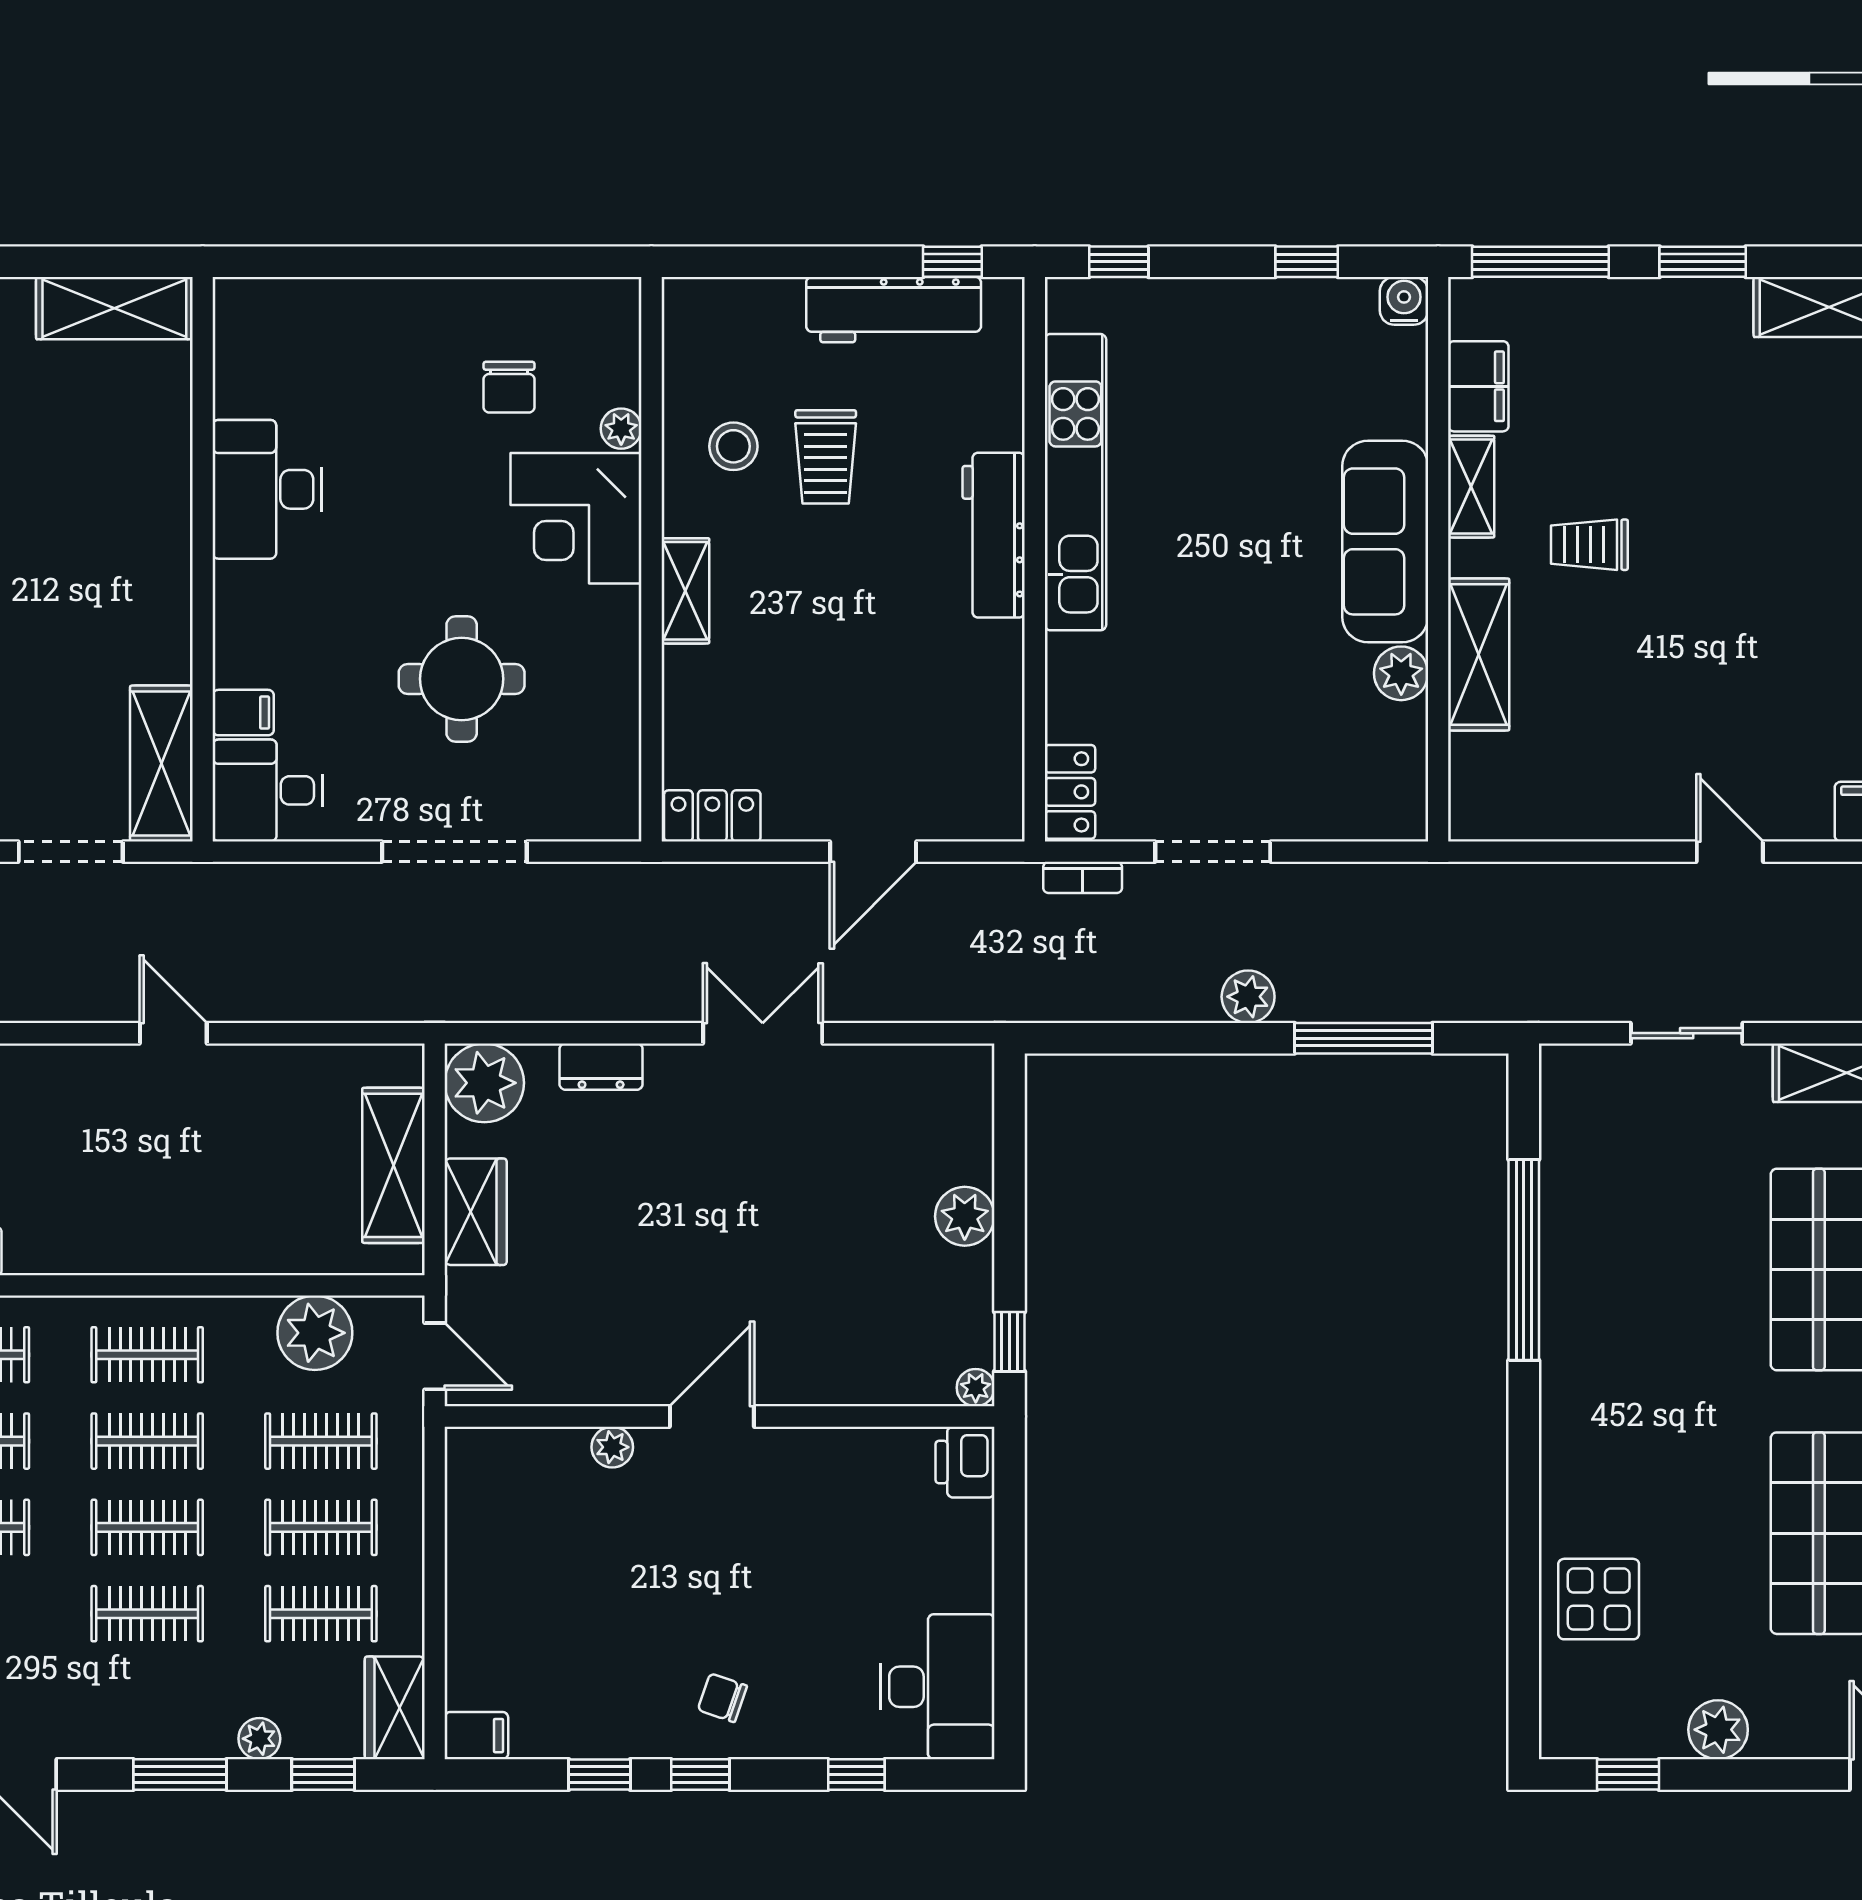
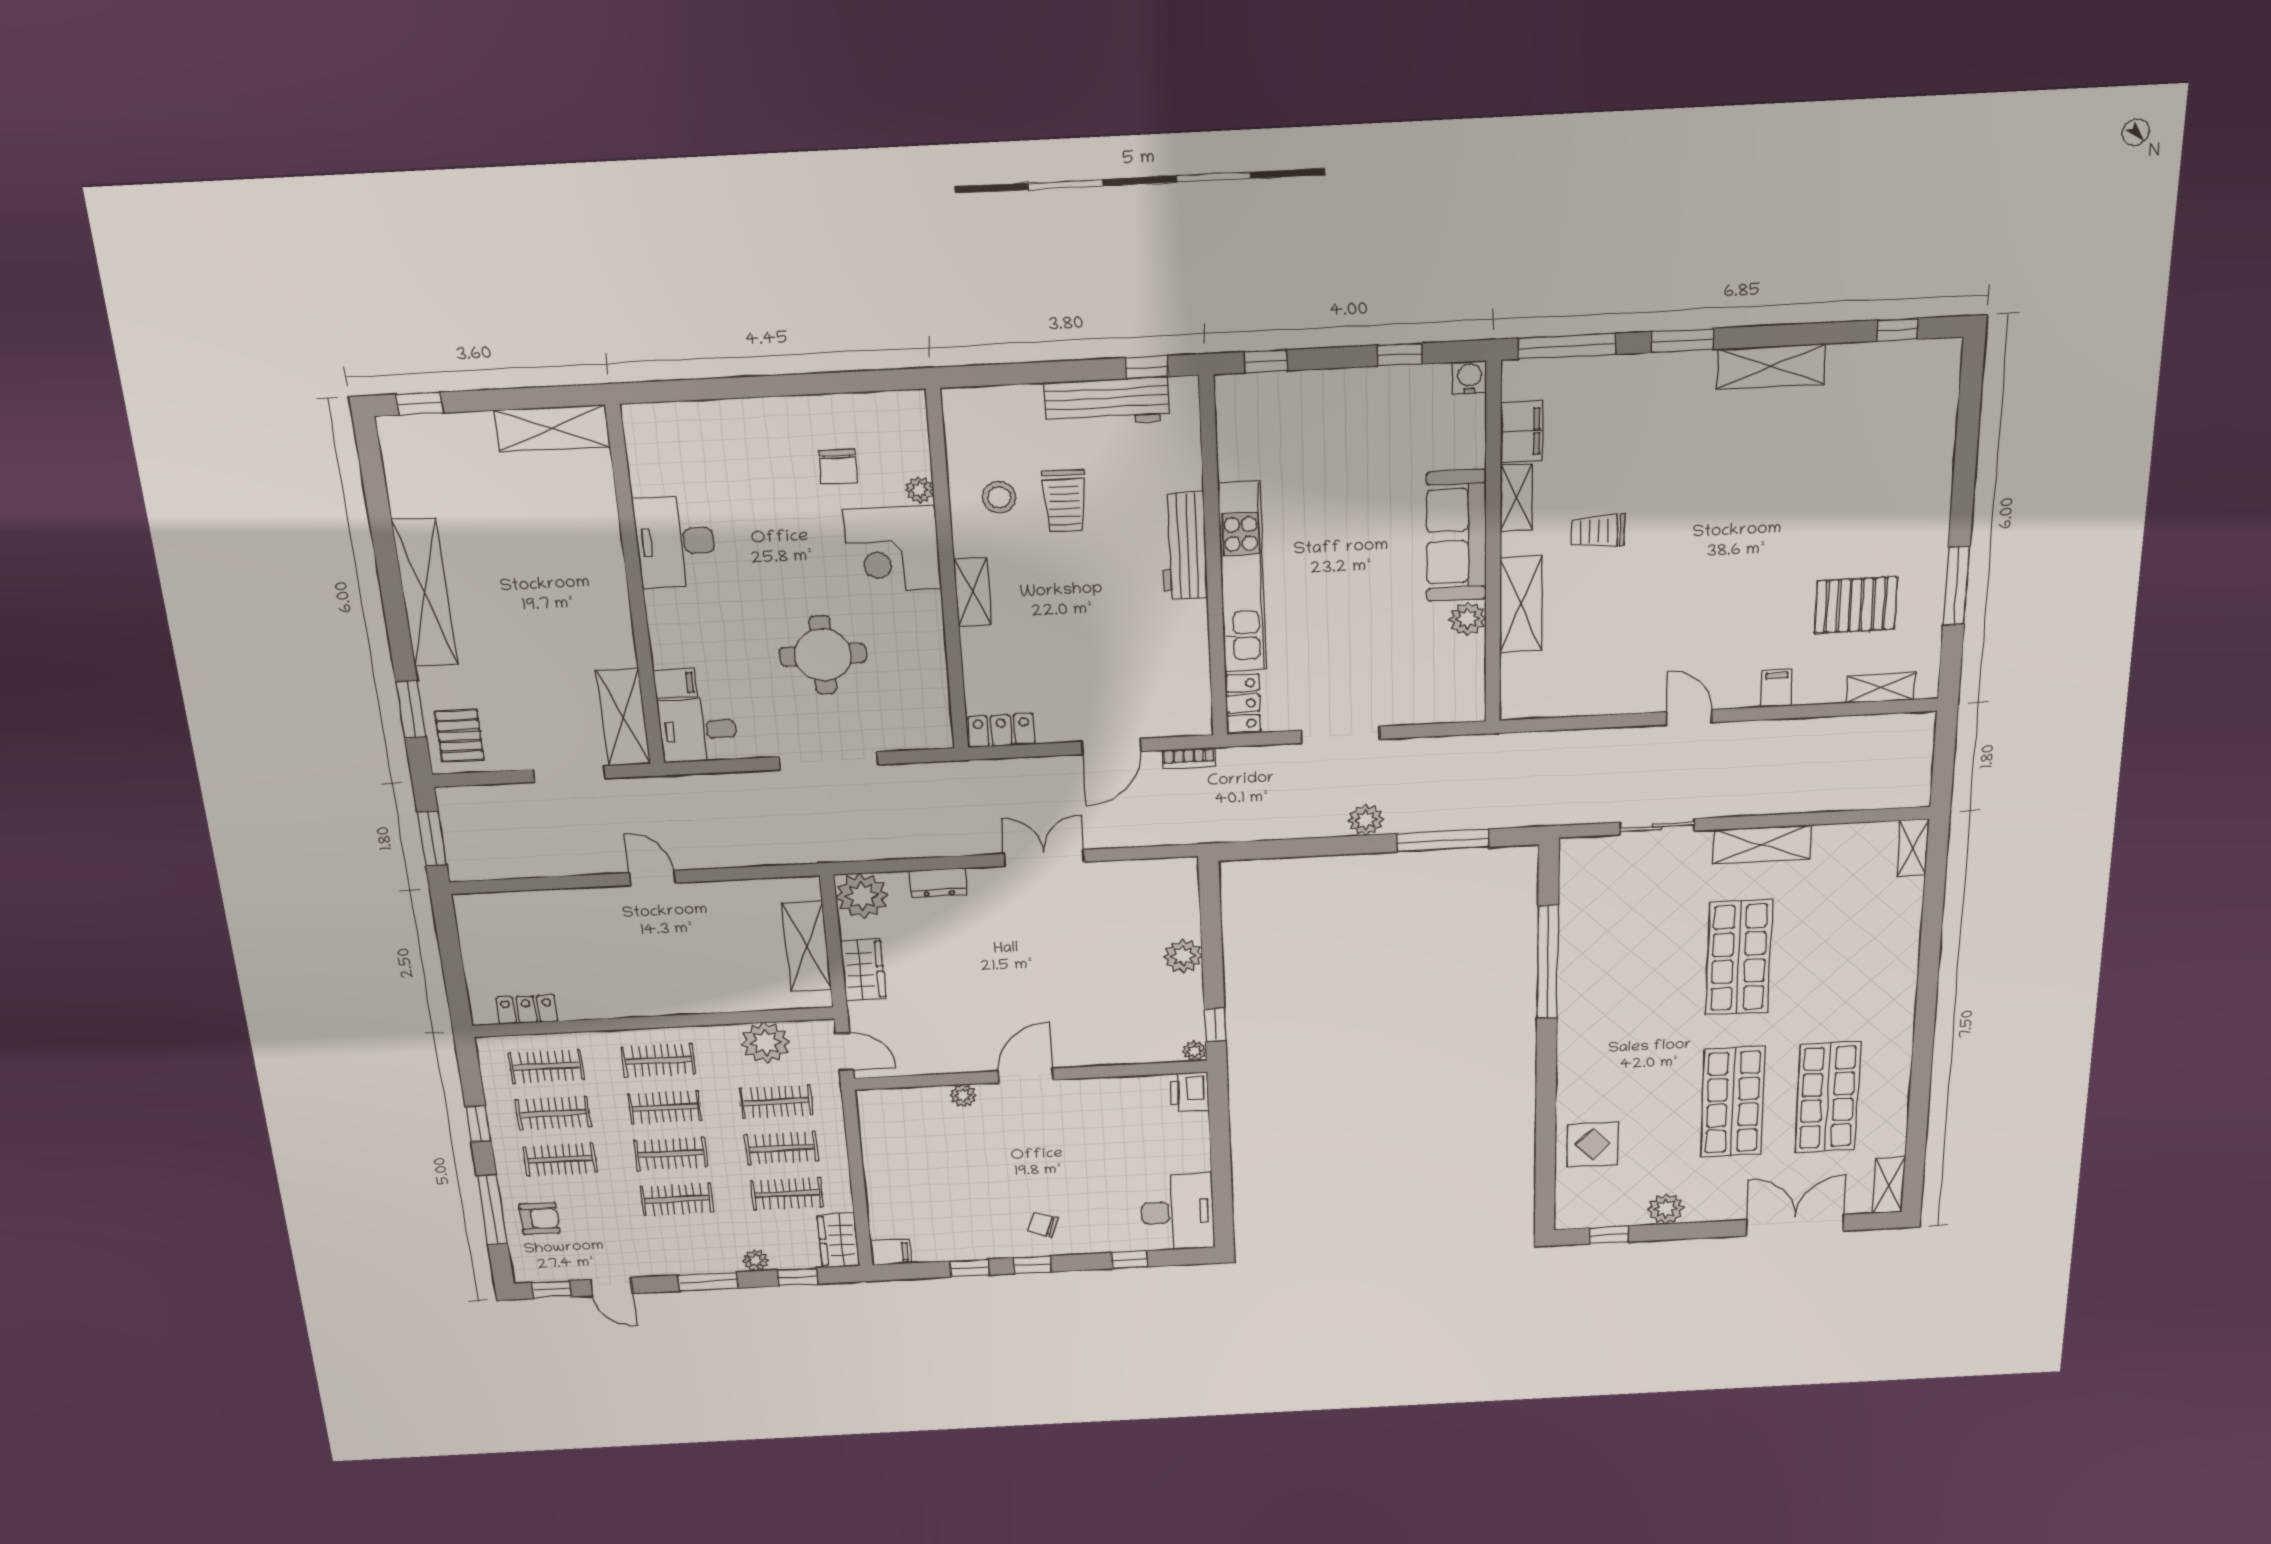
kitchen unit: (1075, 482) -> (1242, 578), moved
bookcase: (1083, 877) -> (1189, 758), moved

